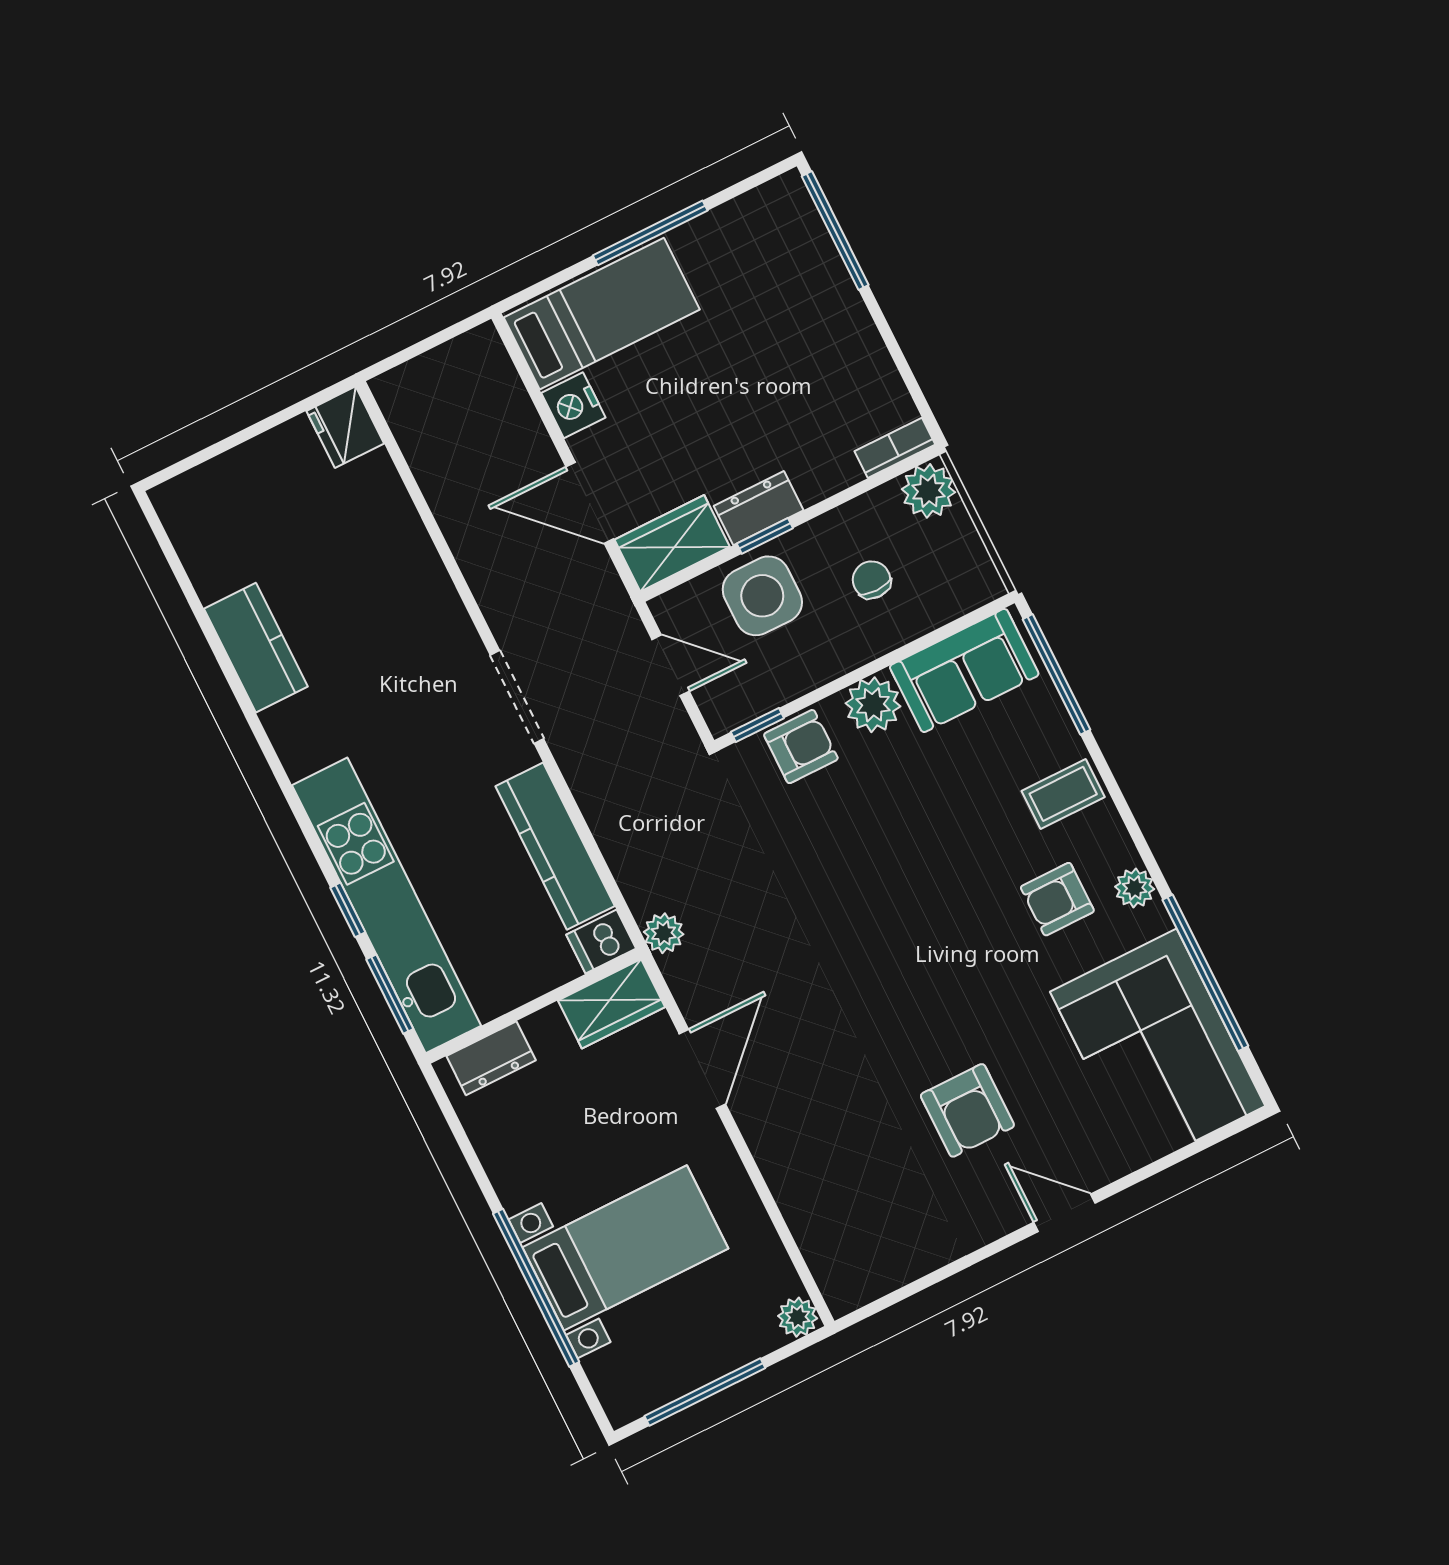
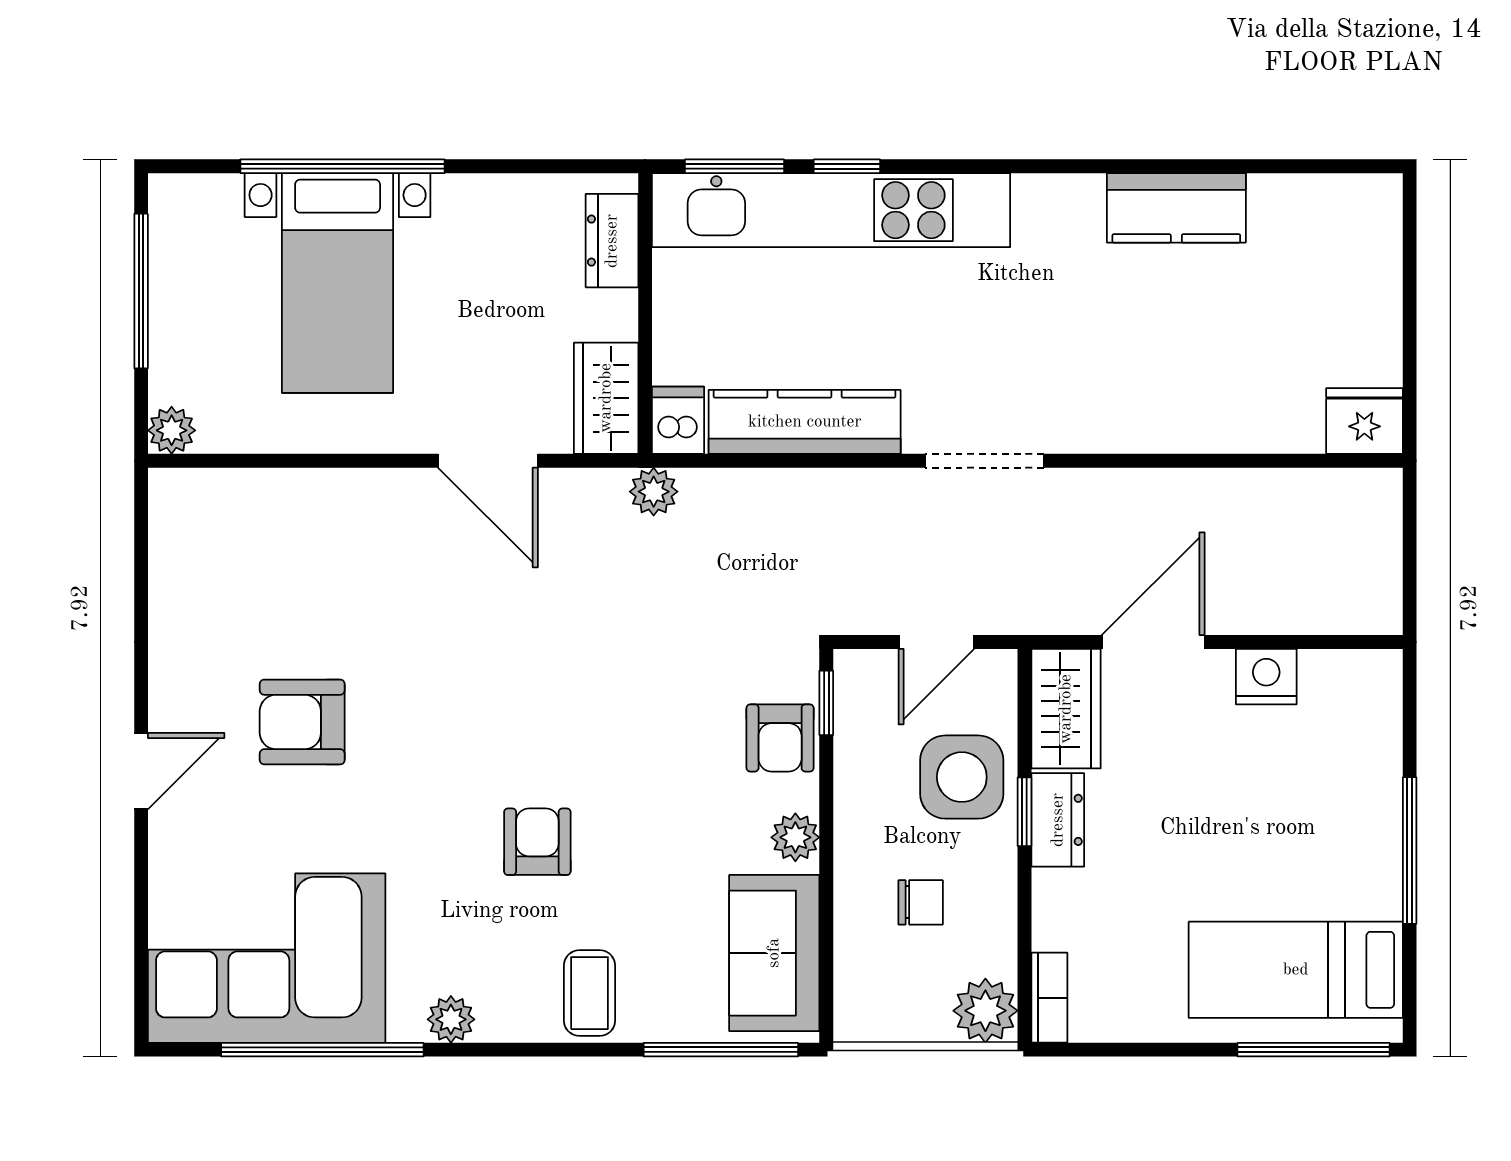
bed: (602, 314) -> (1296, 970), moved, turned 90
plant: (873, 705) -> (795, 837), width x0.73, depth x0.73
armchair: (1057, 899) -> (537, 842), moved

